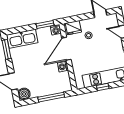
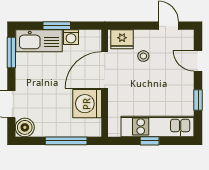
window: (45, 24) -> (57, 26), moved
washing machine: (56, 30) -> (71, 37), moved
washing machine: (63, 67) -> (87, 104), width x1.89, depth x1.89

